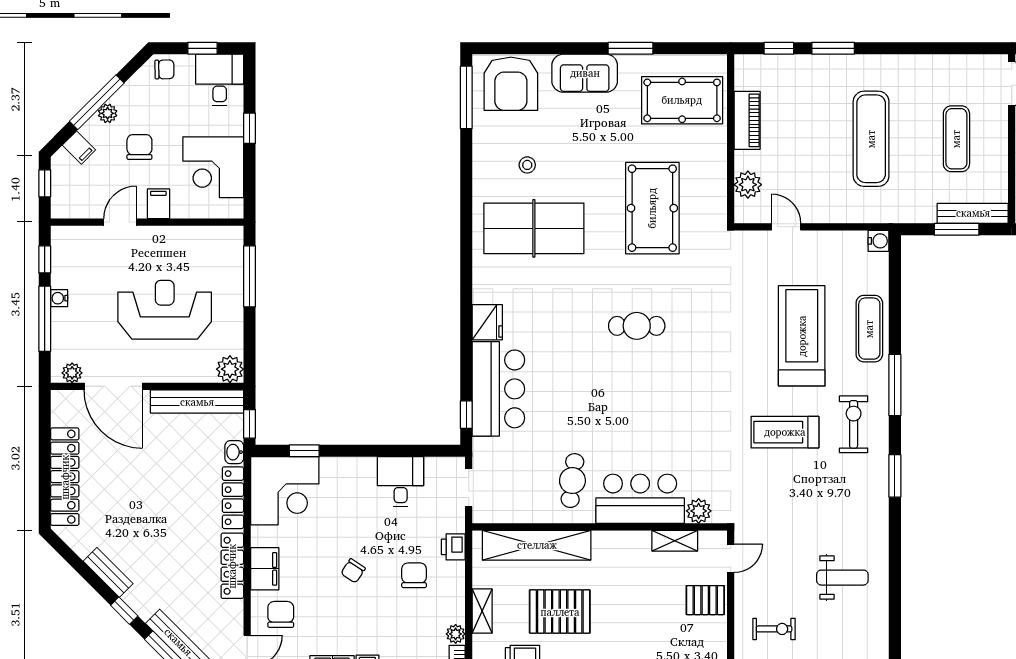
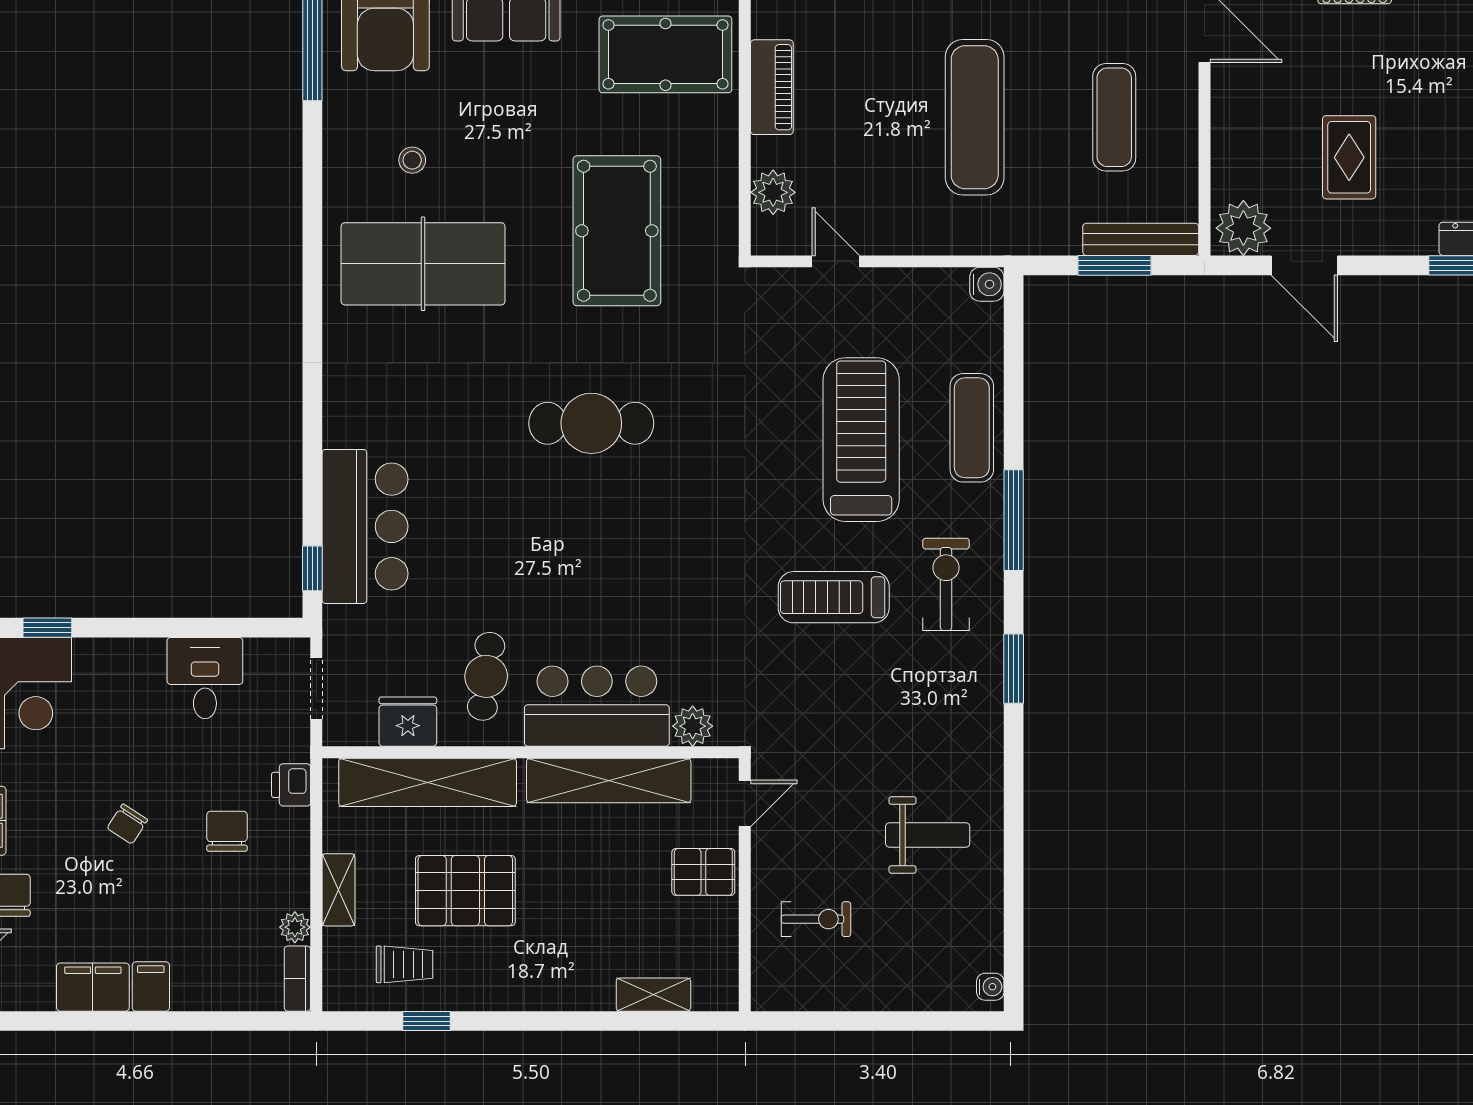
fridge: (487, 322) -> (408, 722), moved, turned -90
cafe table: (637, 326) -> (591, 423), width x1.37, depth x1.35
shelving: (675, 541) -> (609, 780), width x2.20, depth x1.33

